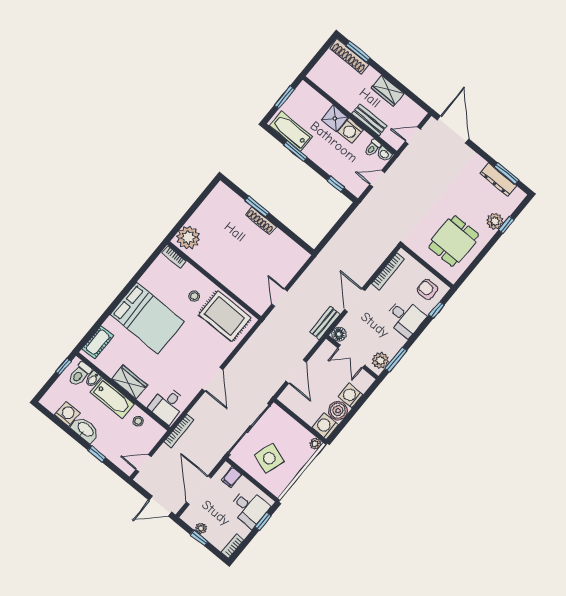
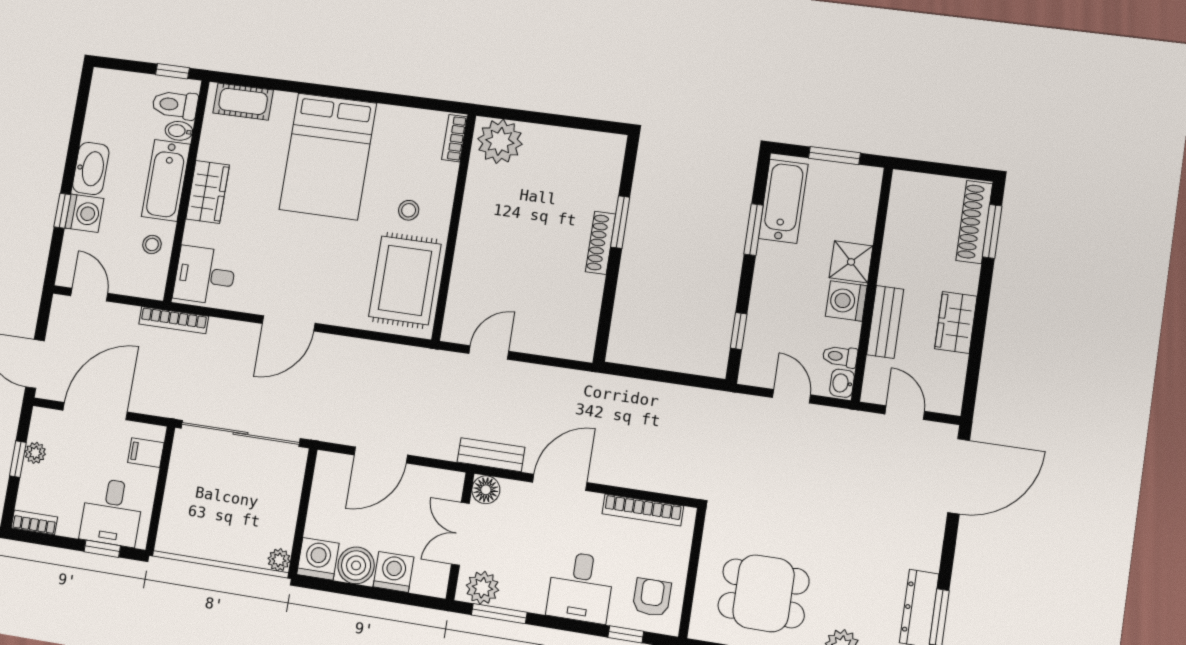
washing machine: (67, 414) -> (84, 213), moved
side table: (269, 458) -> (212, 497), removed

